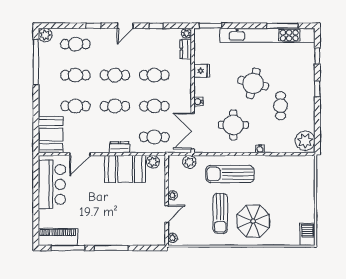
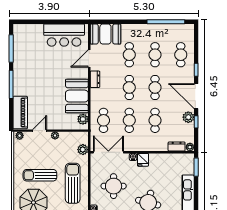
door: (125, 26) -> (196, 96), width x1.88
plant: (45, 35) -> (188, 117), moved
fridge: (202, 71) -> (143, 160), moved
dresser: (120, 147) -> (95, 79), moved
door: (80, 154) -> (89, 58), hinge flipped
door: (167, 214) -> (40, 131), swing flipped
piano: (58, 237) -> (20, 113), moved

